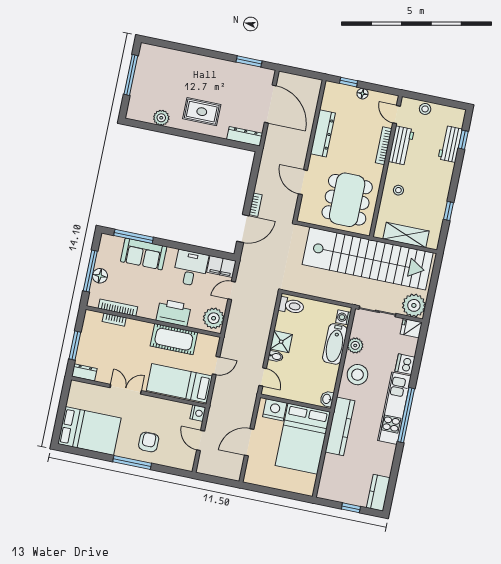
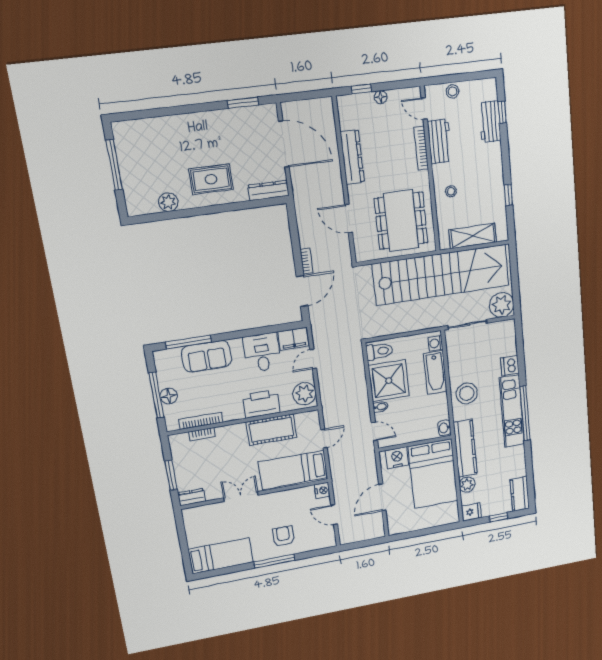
fridge: (411, 328) -> (471, 512), moved, turned 180
shower: (281, 342) -> (389, 381), width x1.86, depth x1.86
plant: (355, 345) -> (467, 485), moved
bed: (89, 431) -> (221, 556), width x0.67

